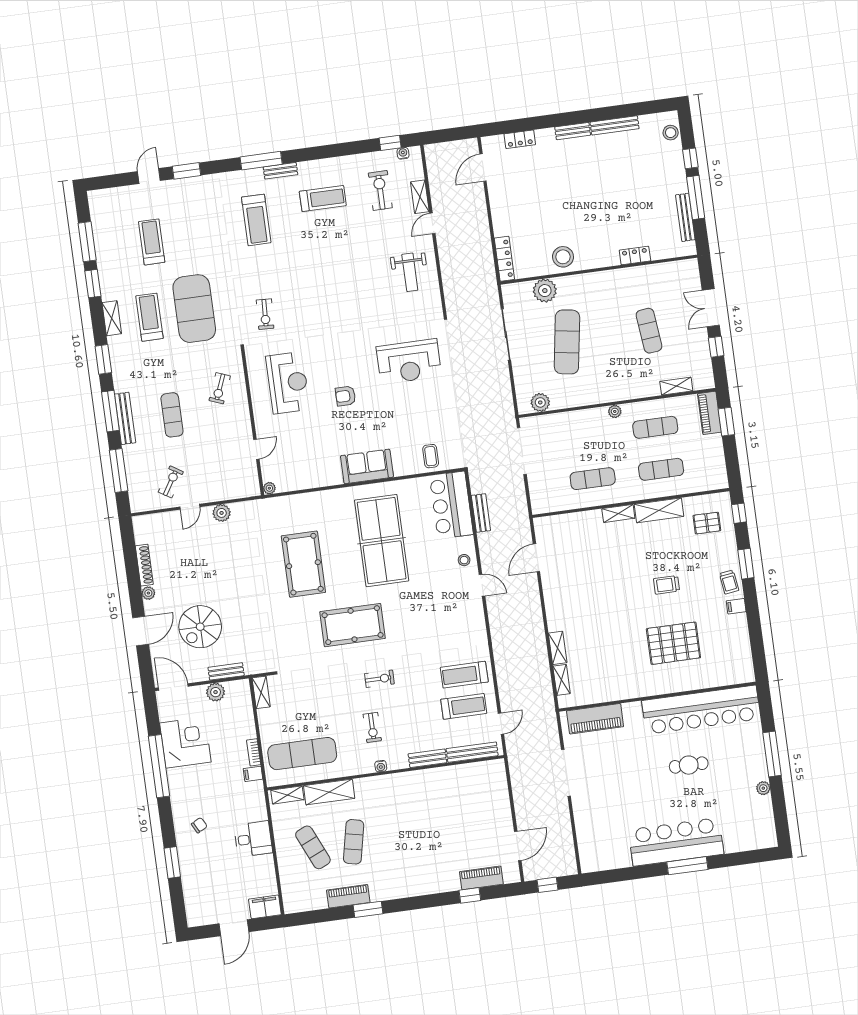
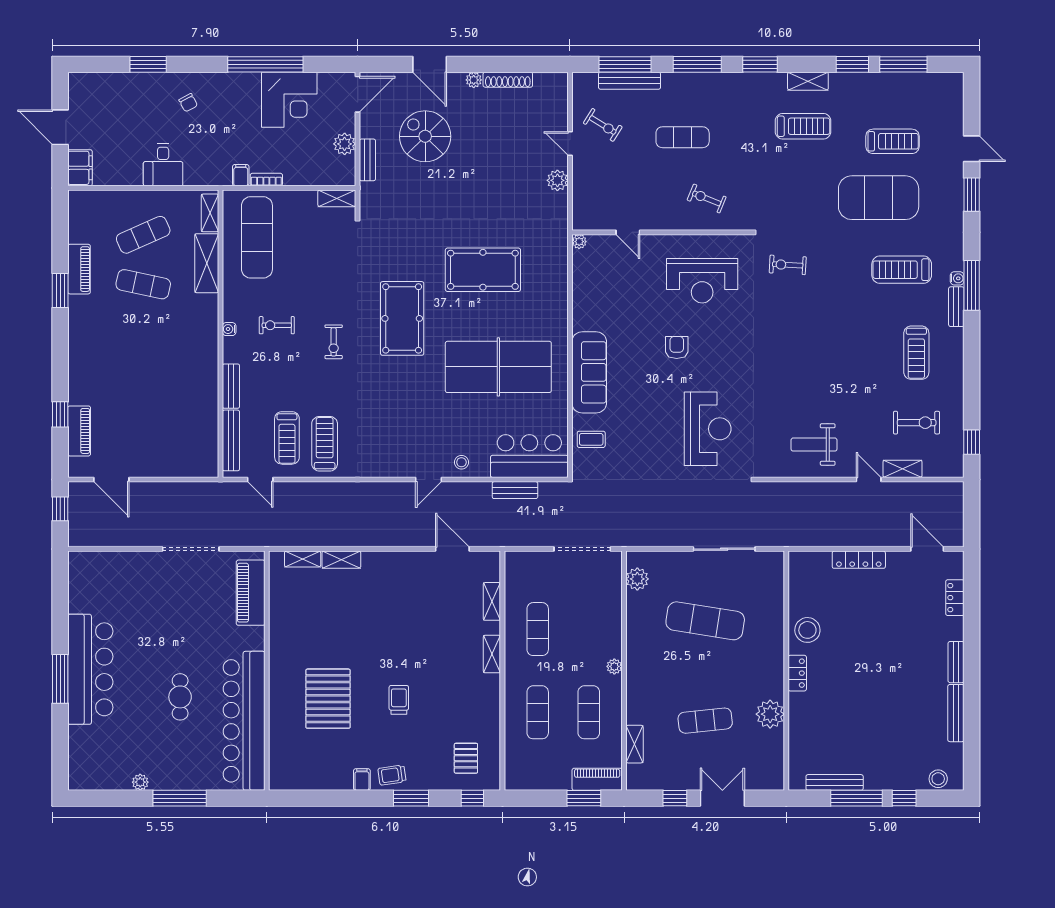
water cooler: (403, 153) -> (957, 278), moved
locker: (635, 255) -> (797, 673), moved
locker: (504, 259) -> (859, 560), moved
plant: (545, 291) -> (770, 714), moved
exercise mat: (194, 309) -> (879, 198), moved
reception desk: (409, 361) -> (708, 429), turned 180
bench: (125, 418) -> (630, 81), moved
sofa: (367, 466) -> (589, 372), width x1.36
shelving: (659, 510) -> (492, 601), moved, width x0.67, depth x0.75

